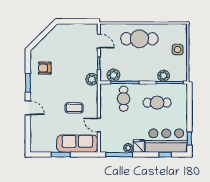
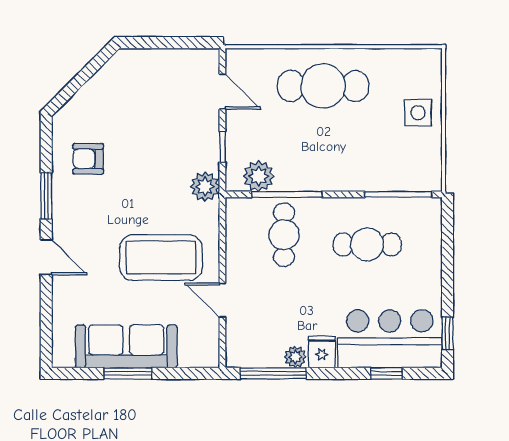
plant: (164, 76) -> (383, 178), removed
coffee table: (74, 108) -> (161, 258), width x1.86, depth x1.72
sofa: (77, 144) -> (126, 346), moved

